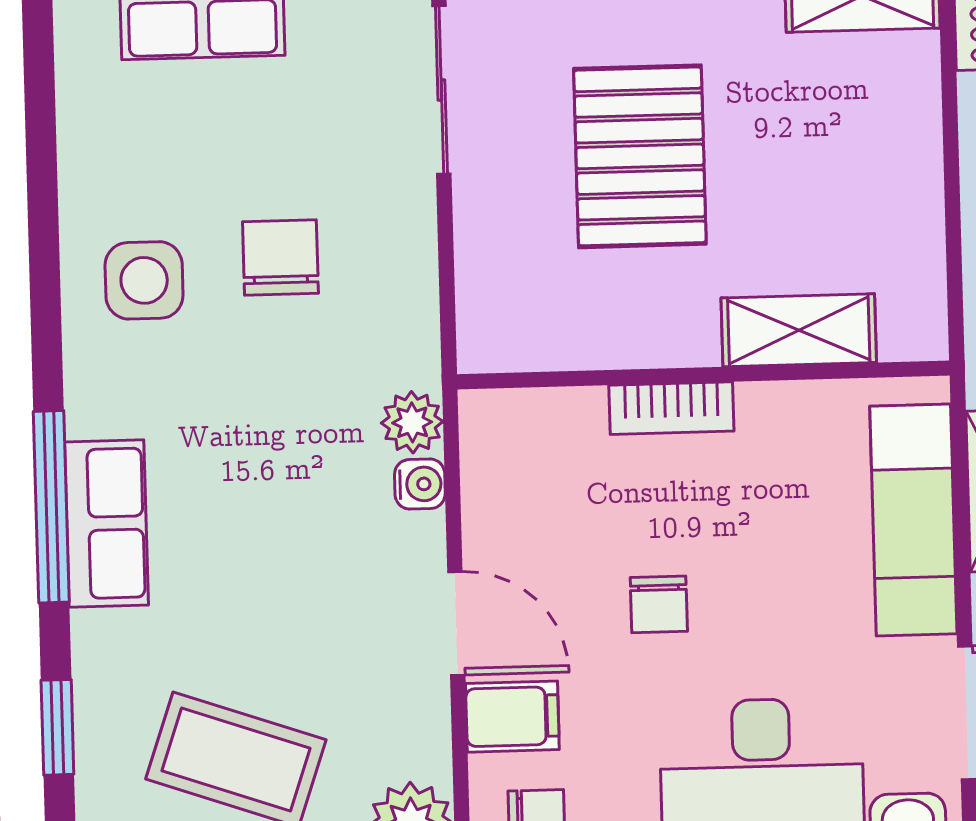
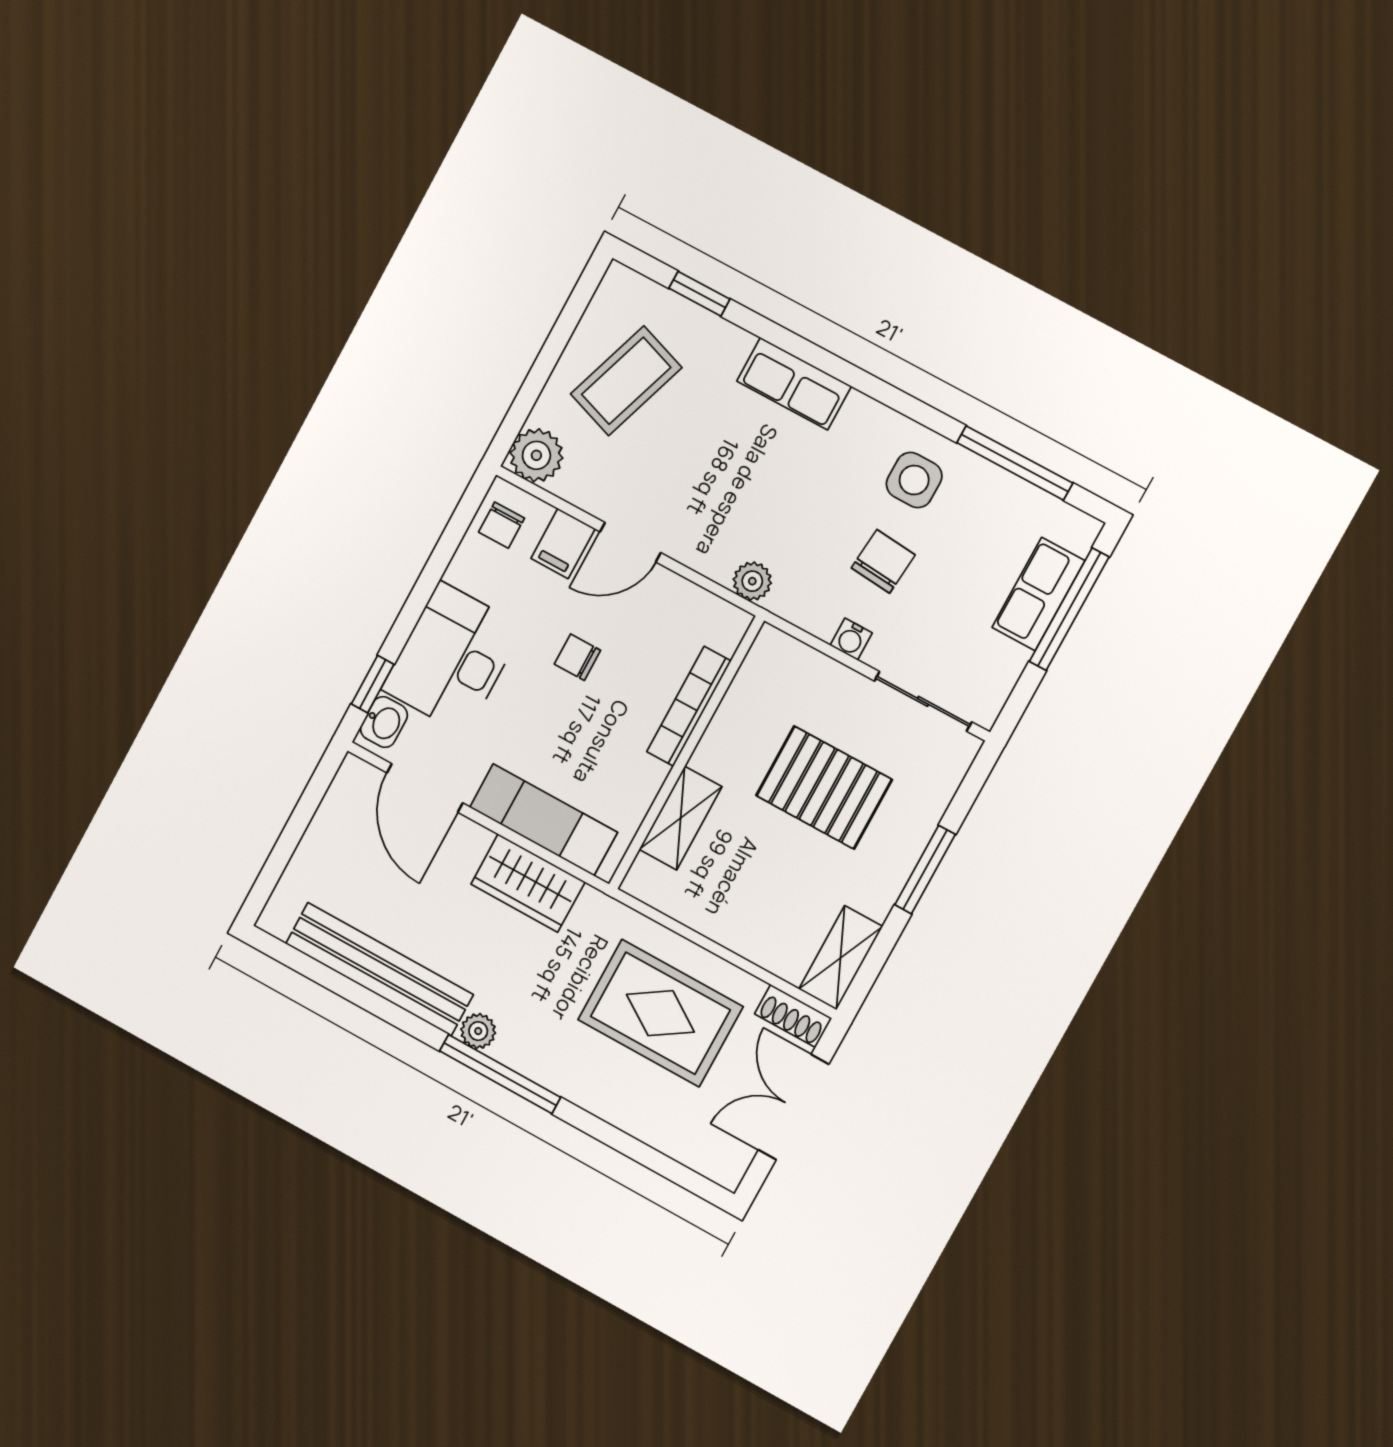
chair: (280, 257) -> (883, 561), turned -85
bookcase: (671, 408) -> (689, 706), width x1.56
water cooler: (420, 484) -> (851, 639), moved
window: (51, 507) -> (1015, 463), moved

